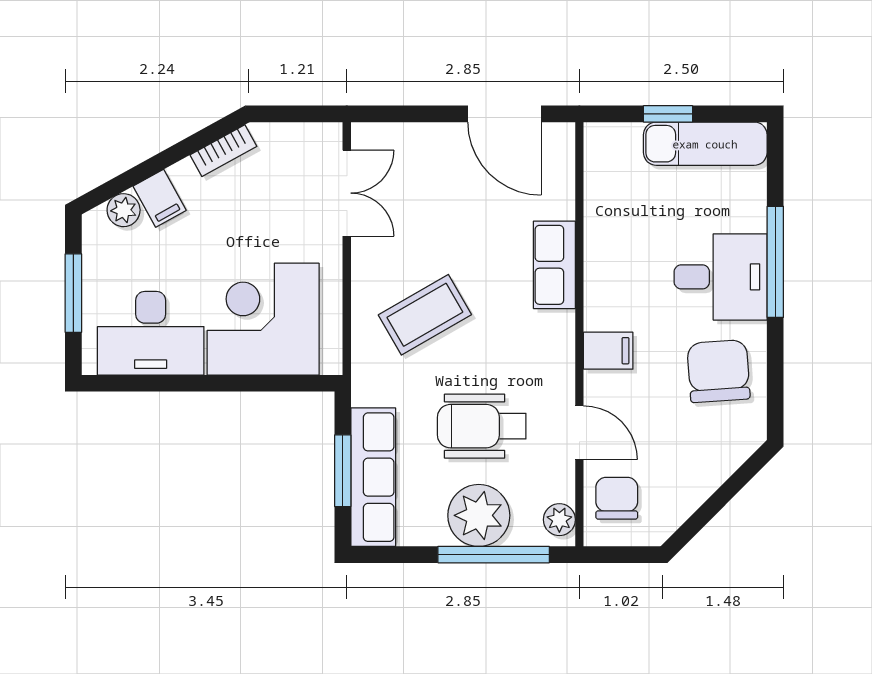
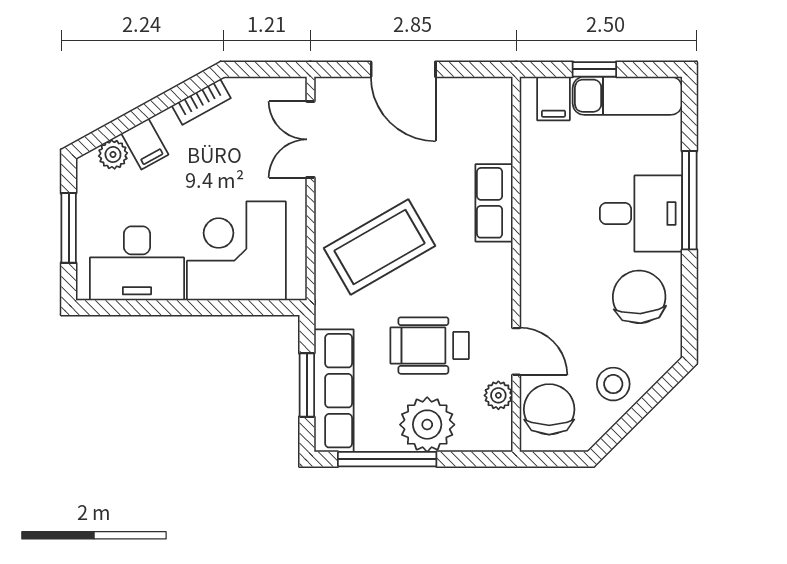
door: (504, 114) -> (403, 69), moved
double door: (347, 193) -> (310, 139), swing flipped
coffee table: (425, 315) -> (379, 247), width x1.36, depth x1.32
filing cabinet: (608, 351) -> (553, 98), moved, turned 90
stool: (689, 470) -> (613, 384), added
chair: (617, 498) -> (549, 409), width x1.37, depth x1.37
plant: (559, 520) -> (498, 395), moved
window: (494, 555) -> (387, 459), moved

